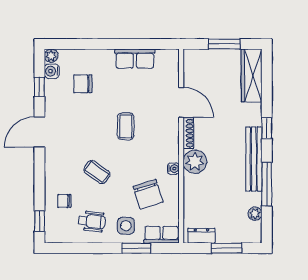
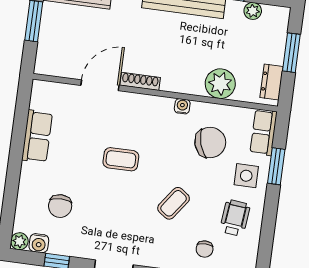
plant: (195, 162) -> (220, 84), moved

